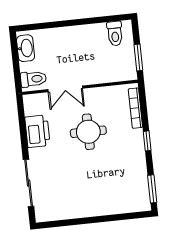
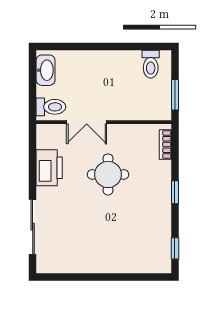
bookcase: (135, 108) -> (165, 144), width x0.64
window: (152, 189) -> (175, 248), width x0.67

